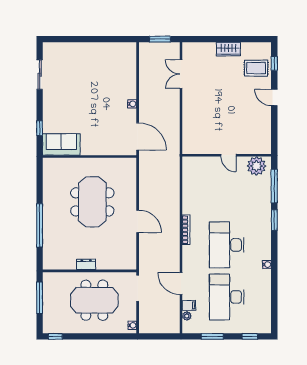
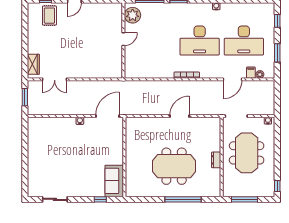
wardrobe: (228, 49) -> (33, 64), moved
meeting table: (92, 202) -> (174, 166), moved

